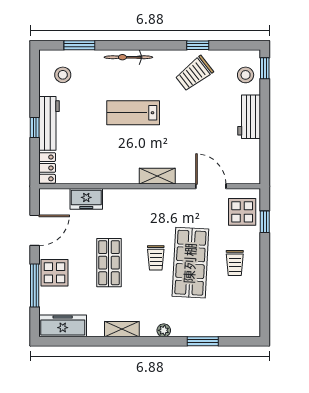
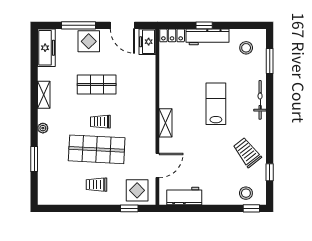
window: (198, 45) -> (270, 172), moved
workbench: (249, 117) -> (184, 196), moved
freezer: (86, 199) -> (147, 42), moved

